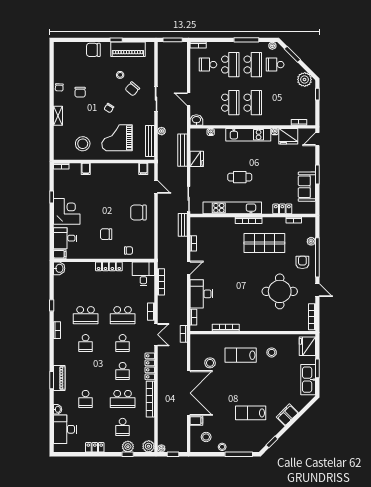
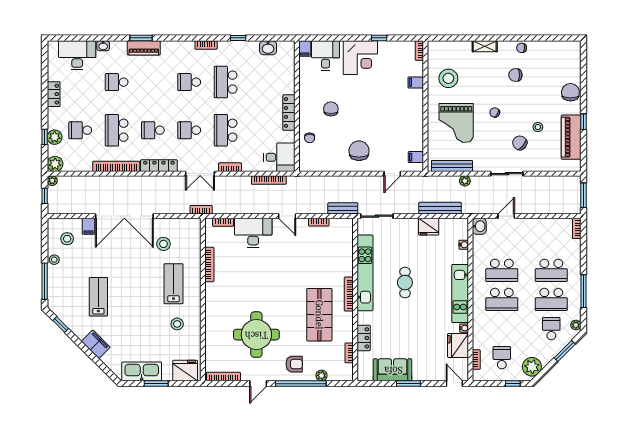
school desk: (208, 65) -> (502, 358), moved
grand piano: (117, 138) -> (456, 123), turned 180
washbasin: (59, 268) -> (268, 48), moved

